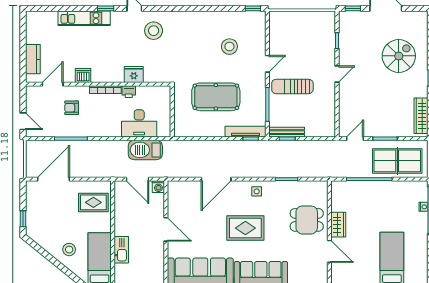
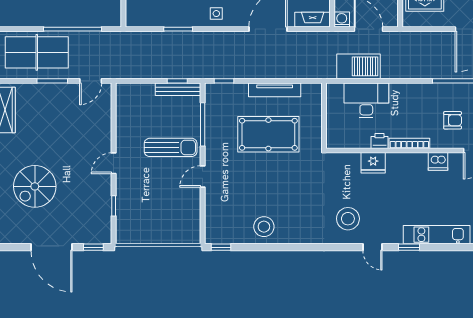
stool: (229, 47) -> (264, 227), moved
tv unit: (245, 132) -> (275, 90), moved
fireplace: (181, 187) -> (313, 20), added

